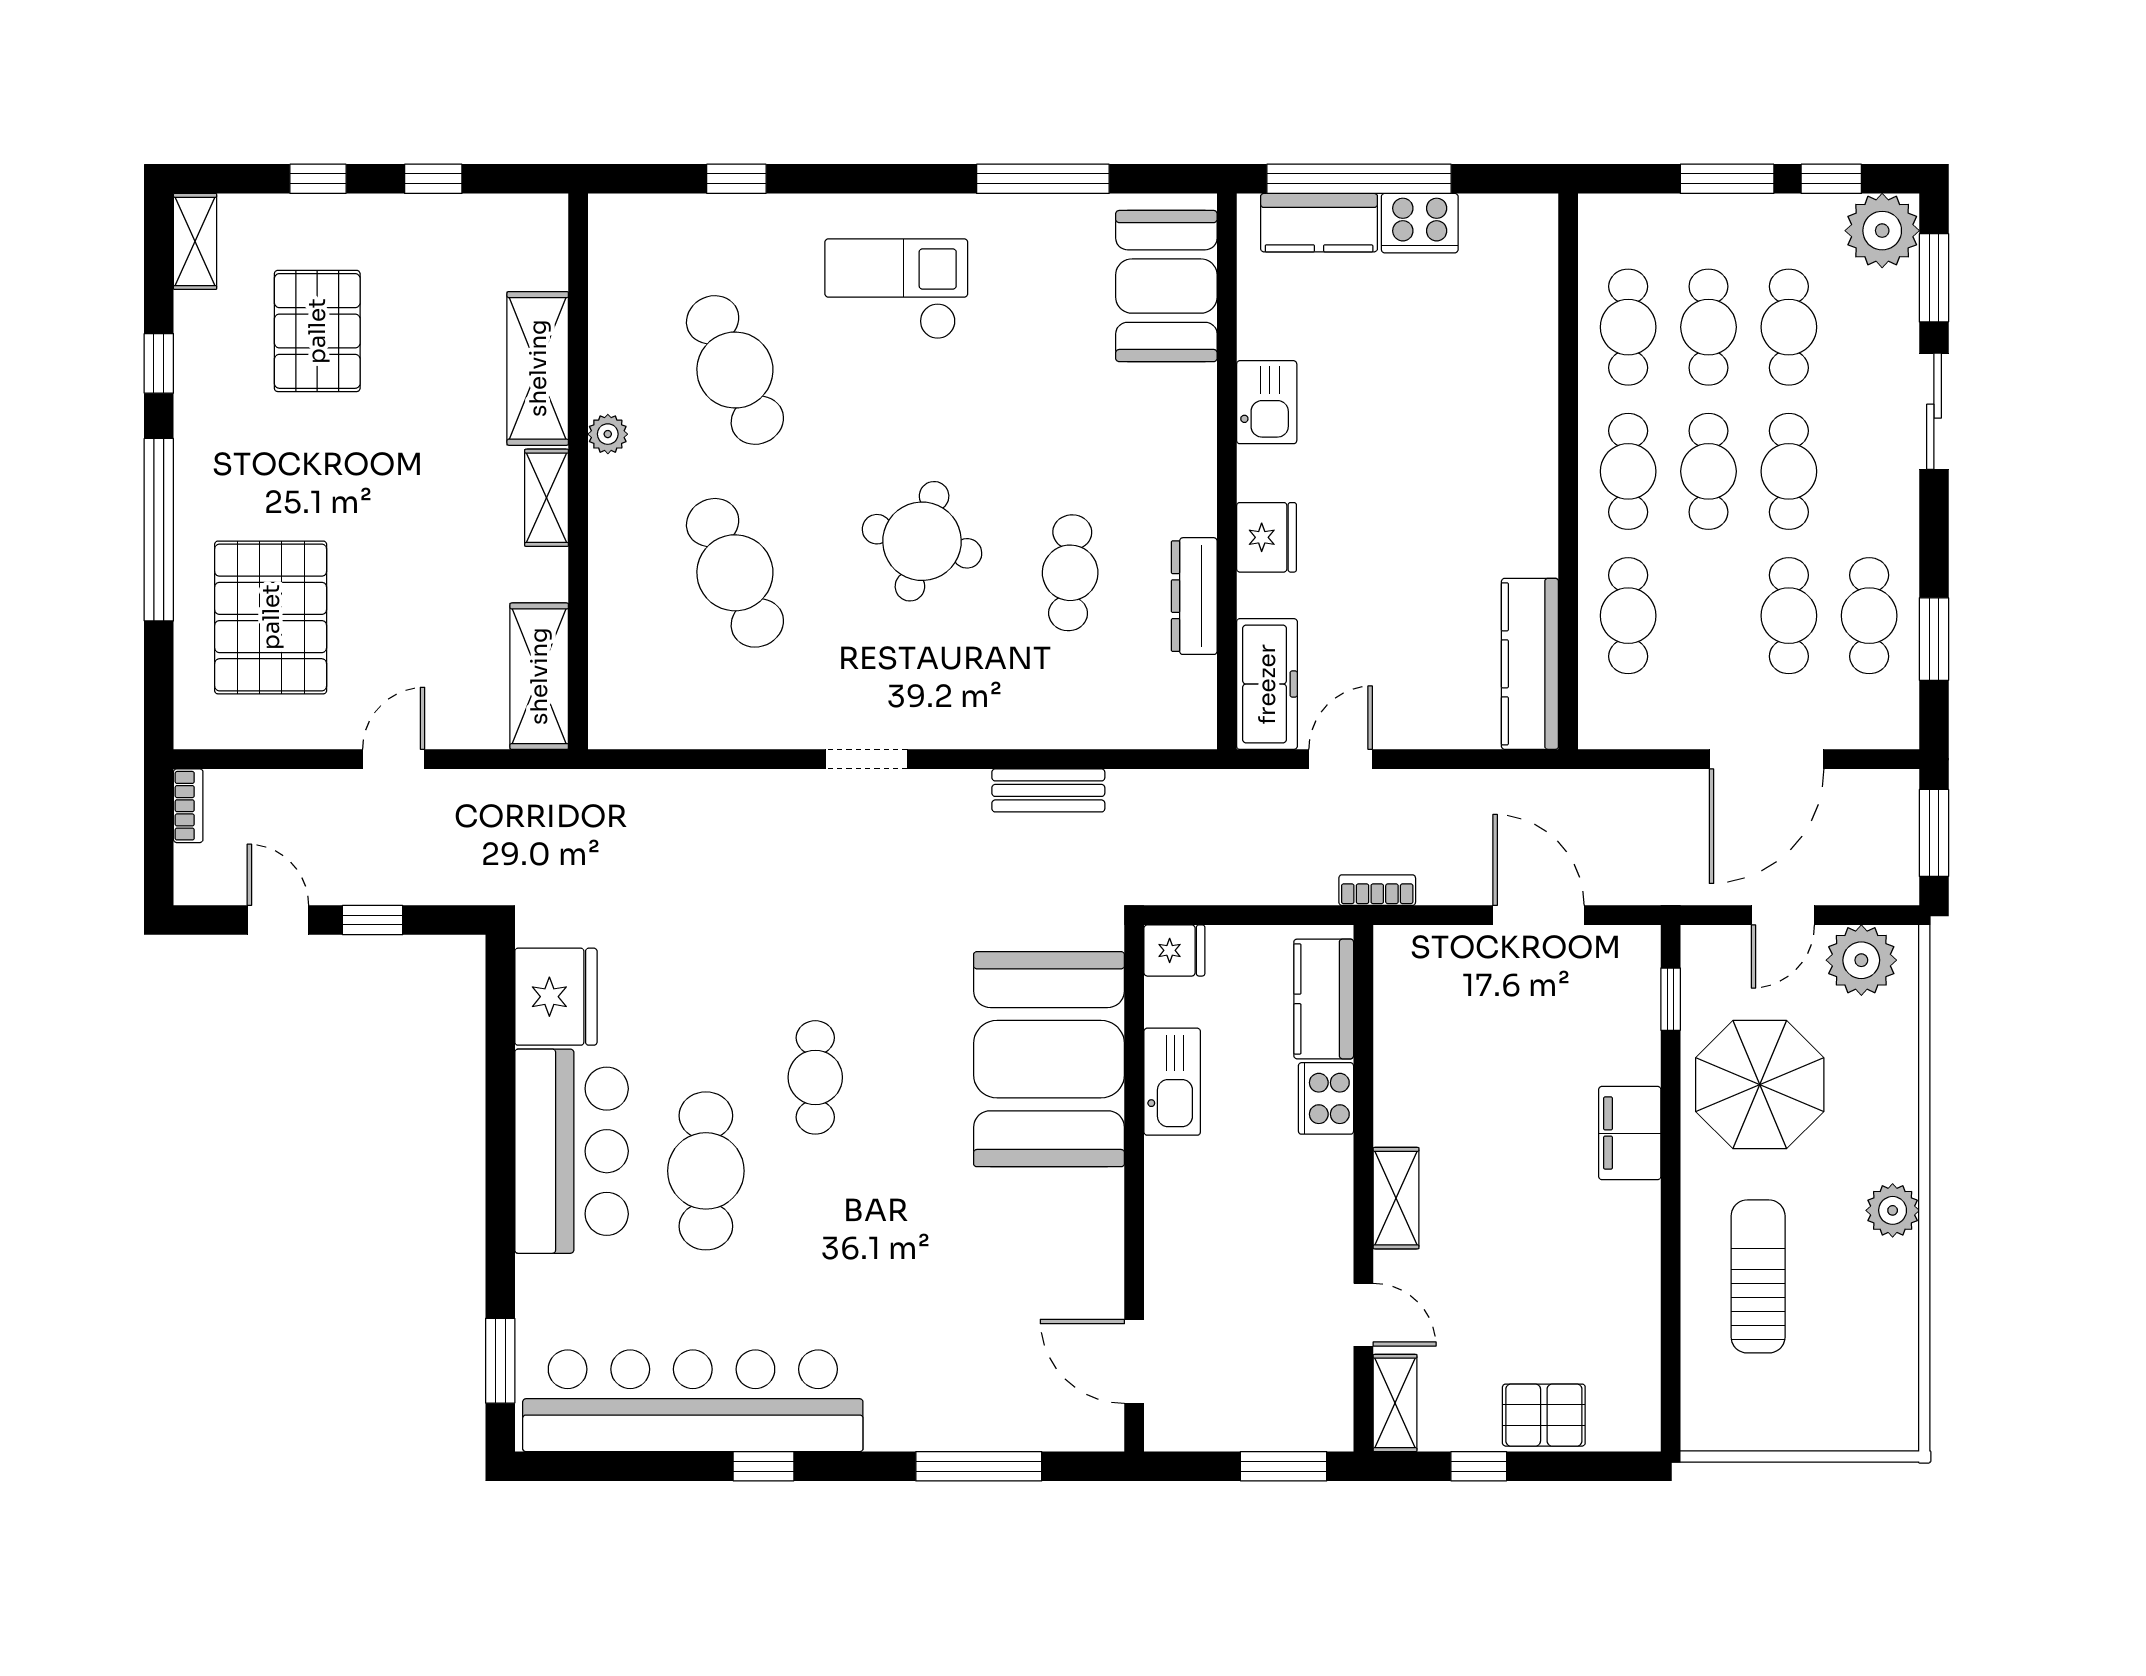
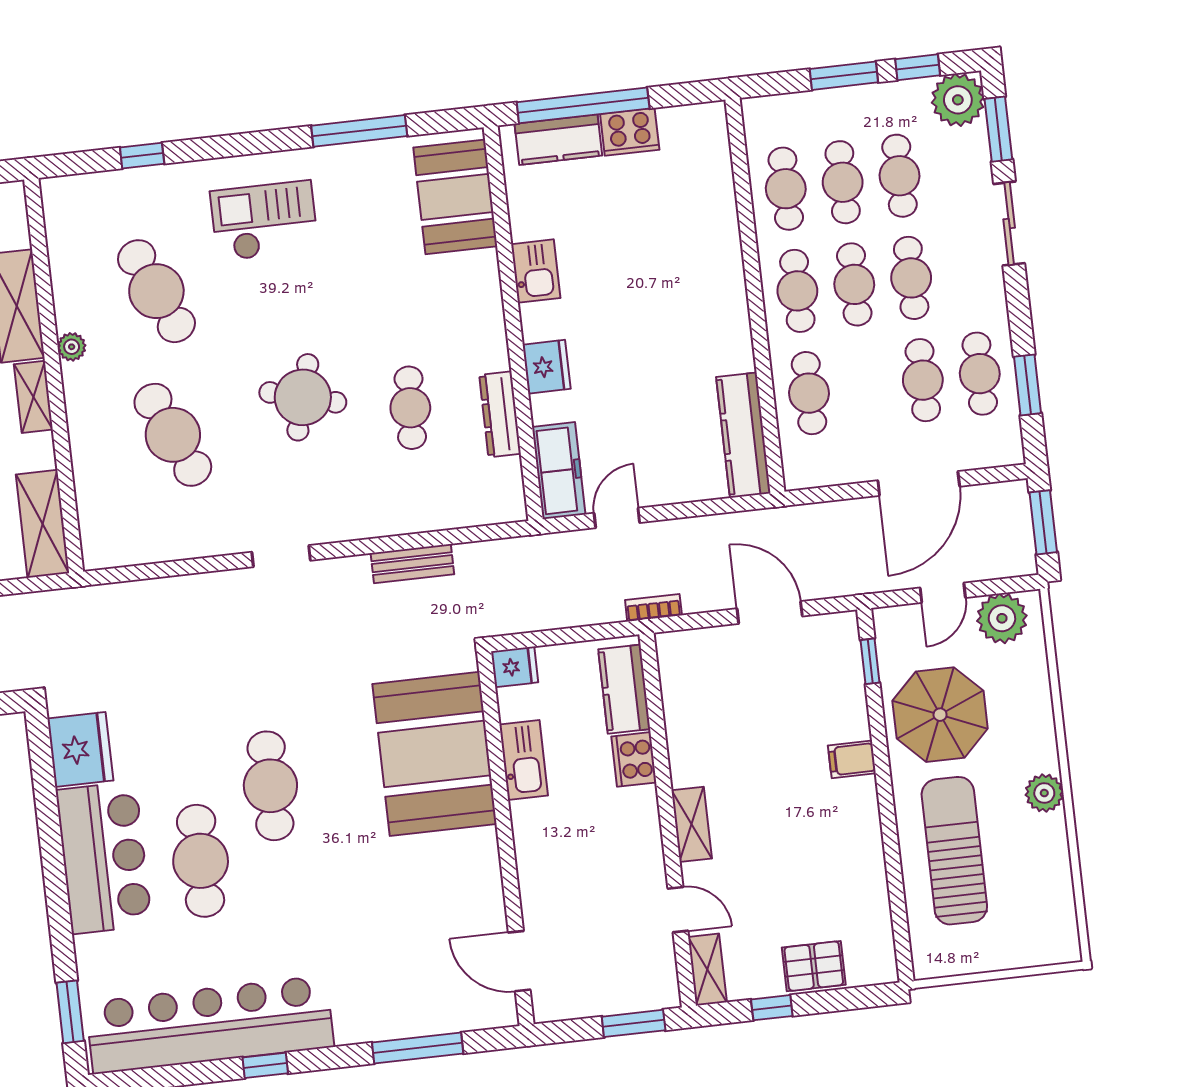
cafe table: (815, 1077) -> (270, 786), width x1.37, depth x1.35
filing cabinet: (1630, 1133) -> (852, 759), width x0.50
sun lounger: (1758, 1276) -> (954, 851), width x1.36, depth x1.34

